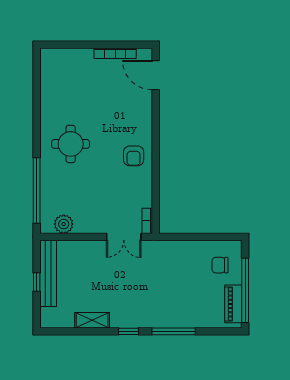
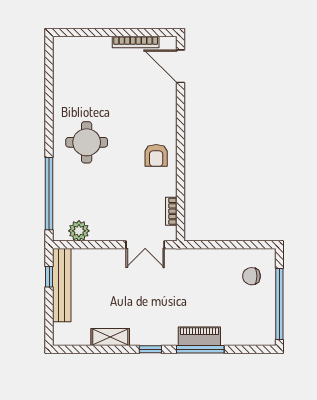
bookcase: (147, 221) -> (171, 211), moved
window: (37, 282) -> (49, 277), moved
piano: (233, 304) -> (199, 336), moved, turned 90

